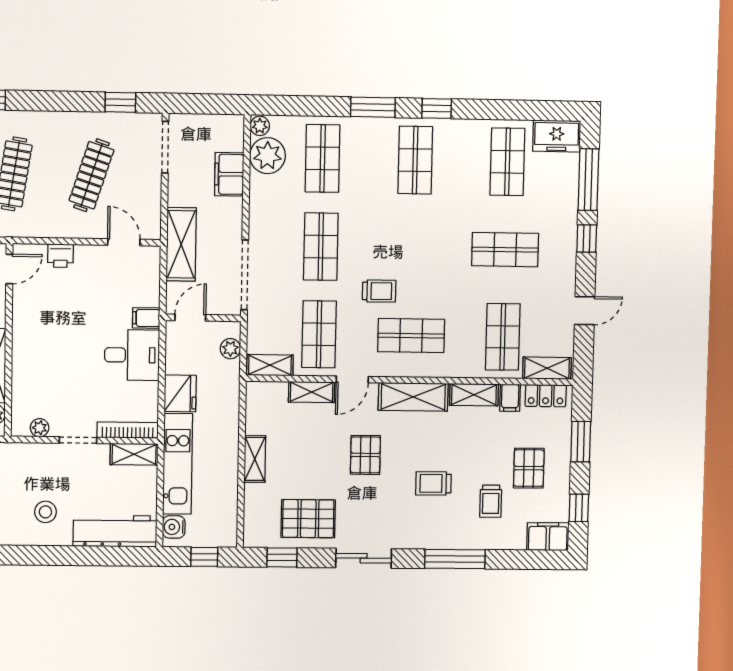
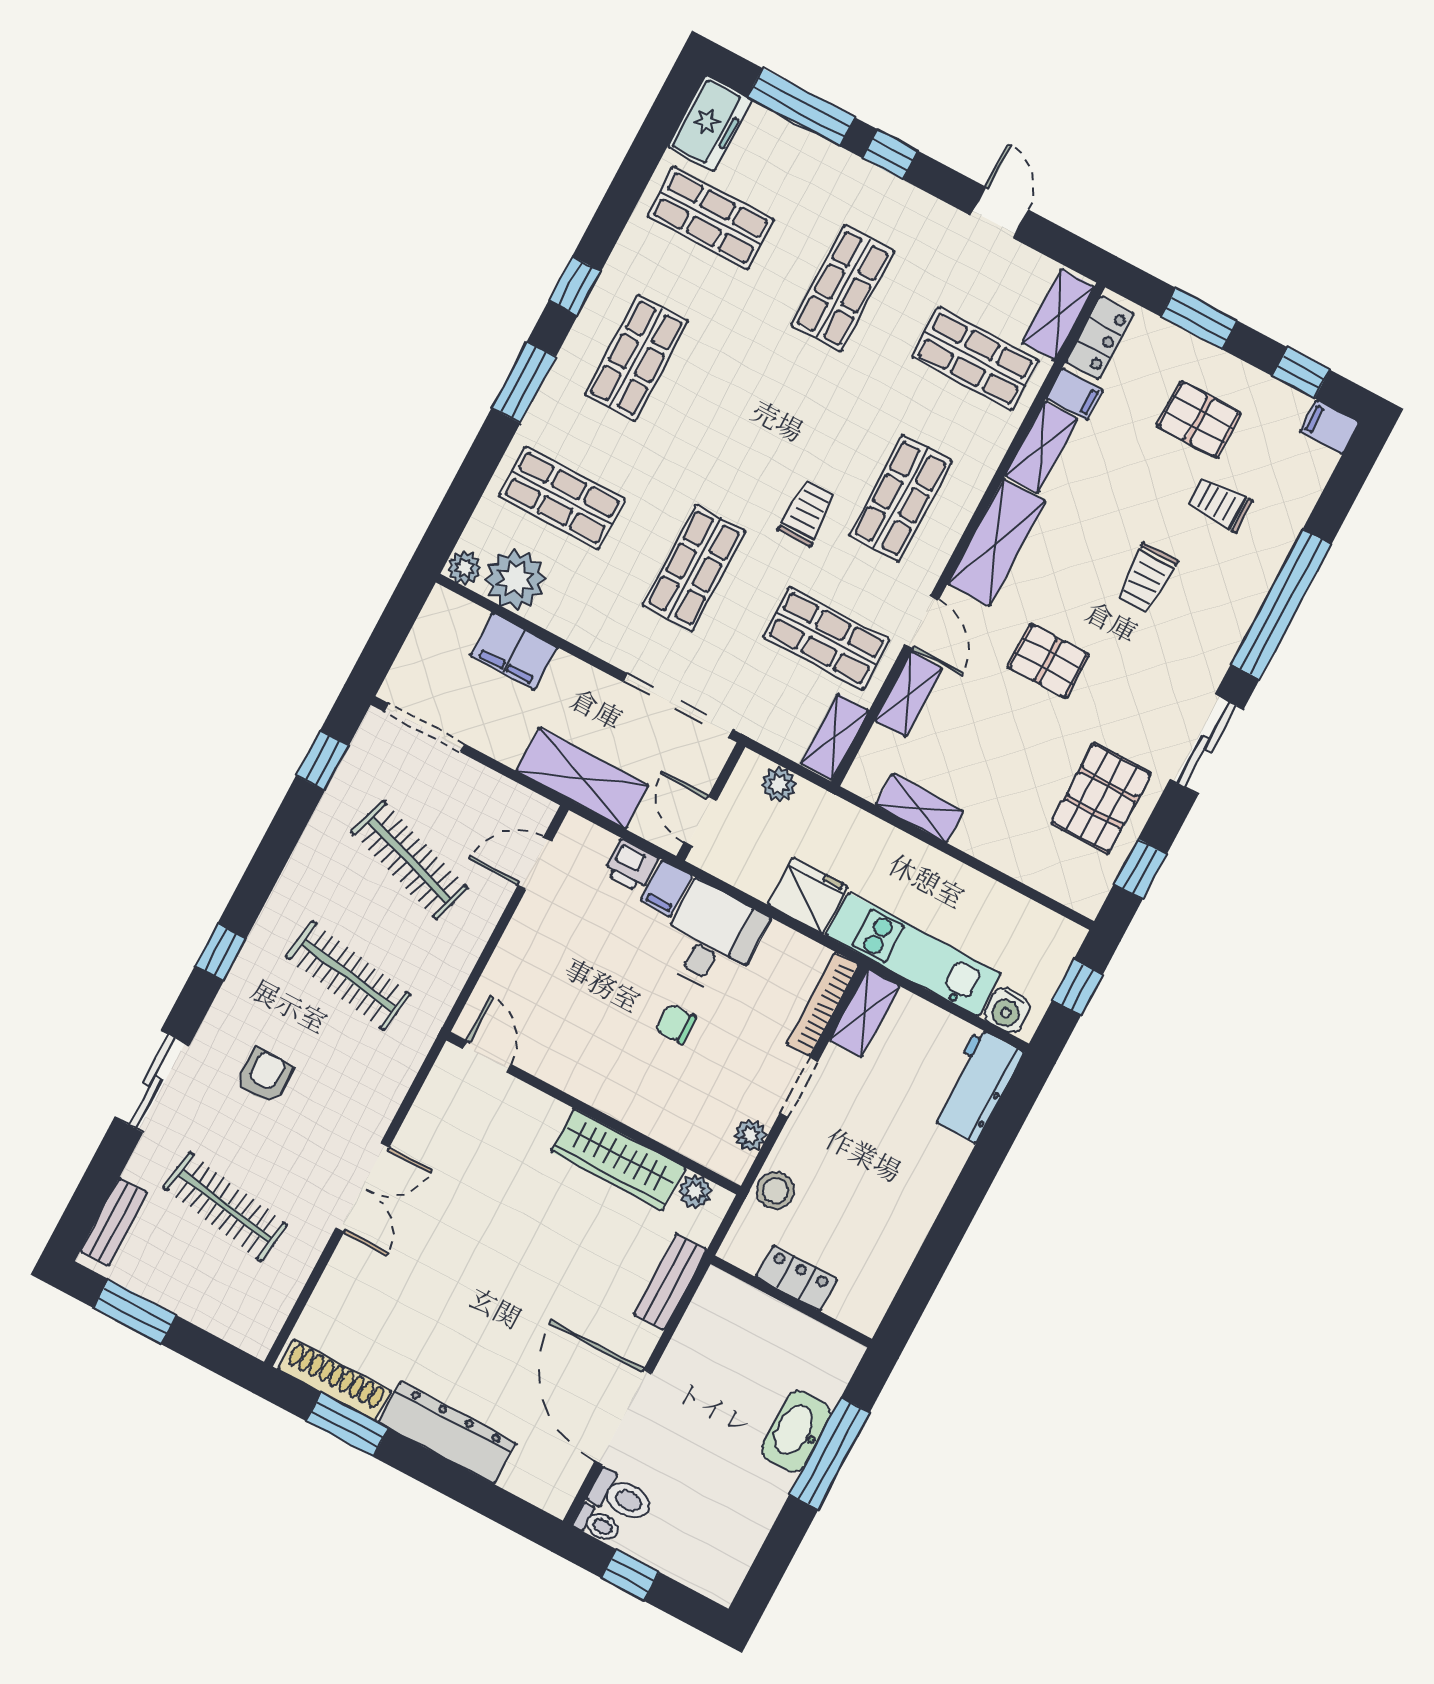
shop shelf: (415, 160) -> (636, 358), turned 90
shop shelf: (321, 247) -> (694, 568), turned 90
printer: (60, 256) -> (631, 865), moved, turned 90
chair: (78, 359) -> (676, 1024), added
shelving: (255, 459) -> (920, 808), moved
trolley: (491, 501) -> (1220, 504), turned 180
stool: (45, 512) -> (776, 1191), moved
workbench: (115, 531) -> (976, 1086), width x0.73
filing cabinet: (548, 537) -> (1329, 427), width x0.50
window: (455, 559) -> (1281, 604), width x1.46

